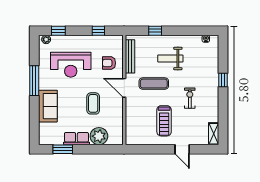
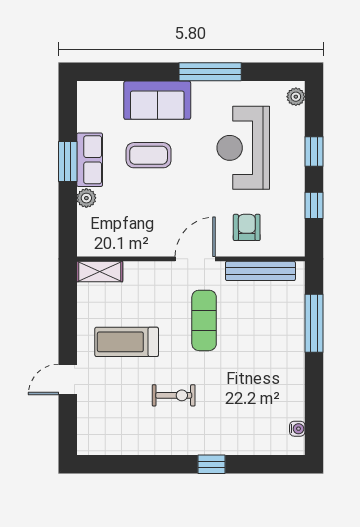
window: (58, 31) -> (314, 151), moved
window: (155, 31) -> (314, 323), width x2.17
weight bench: (170, 58) -> (256, 355), removed
coffee table: (93, 103) -> (149, 155), moved
shelving: (214, 134) -> (100, 272), moved
plant: (99, 136) -> (86, 198), width x0.53, depth x0.53
window: (63, 149) -> (68, 162), moved

